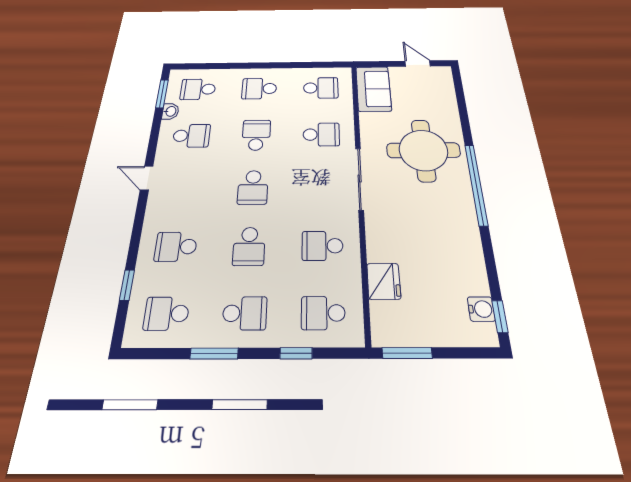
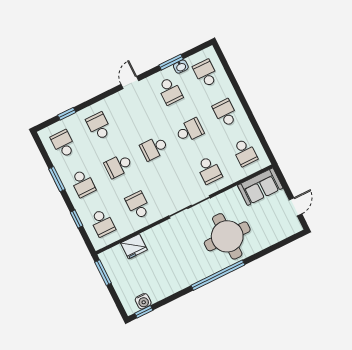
window: (162, 94) -> (171, 62), moved
school desk: (323, 313) -> (102, 223), turned 180

